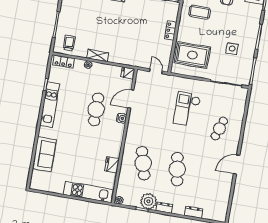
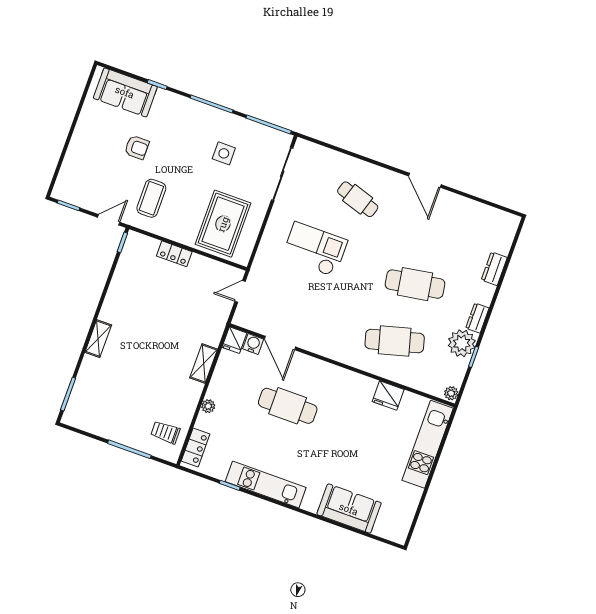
shelving: (98, 55) -> (204, 363), moved
checkout: (187, 109) -> (315, 249), turned 180
water cooler: (122, 118) -> (253, 344), moved

